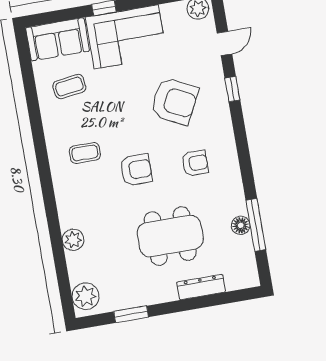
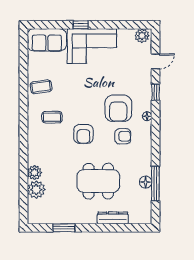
coffee table: (69, 87) -> (41, 87), moved
armchair: (174, 101) -> (118, 108), moved, turned 63
floor lamp: (226, 127) -> (147, 116), added
armchair: (136, 170) -> (83, 134), turned 90
plant: (86, 296) -> (36, 190), moved

